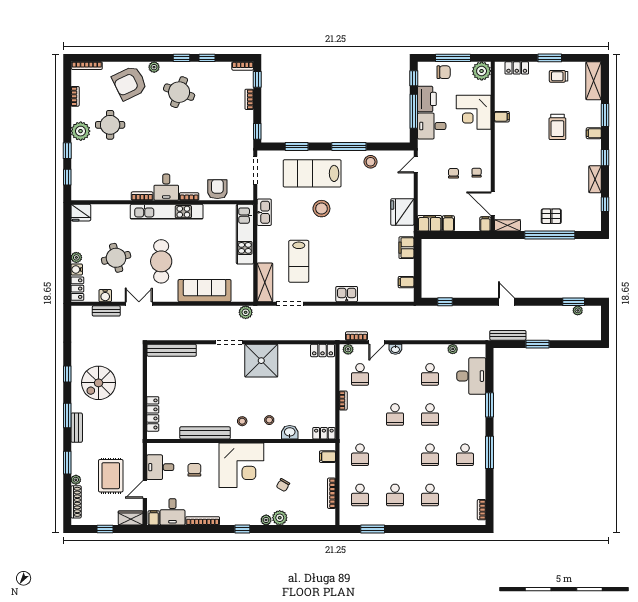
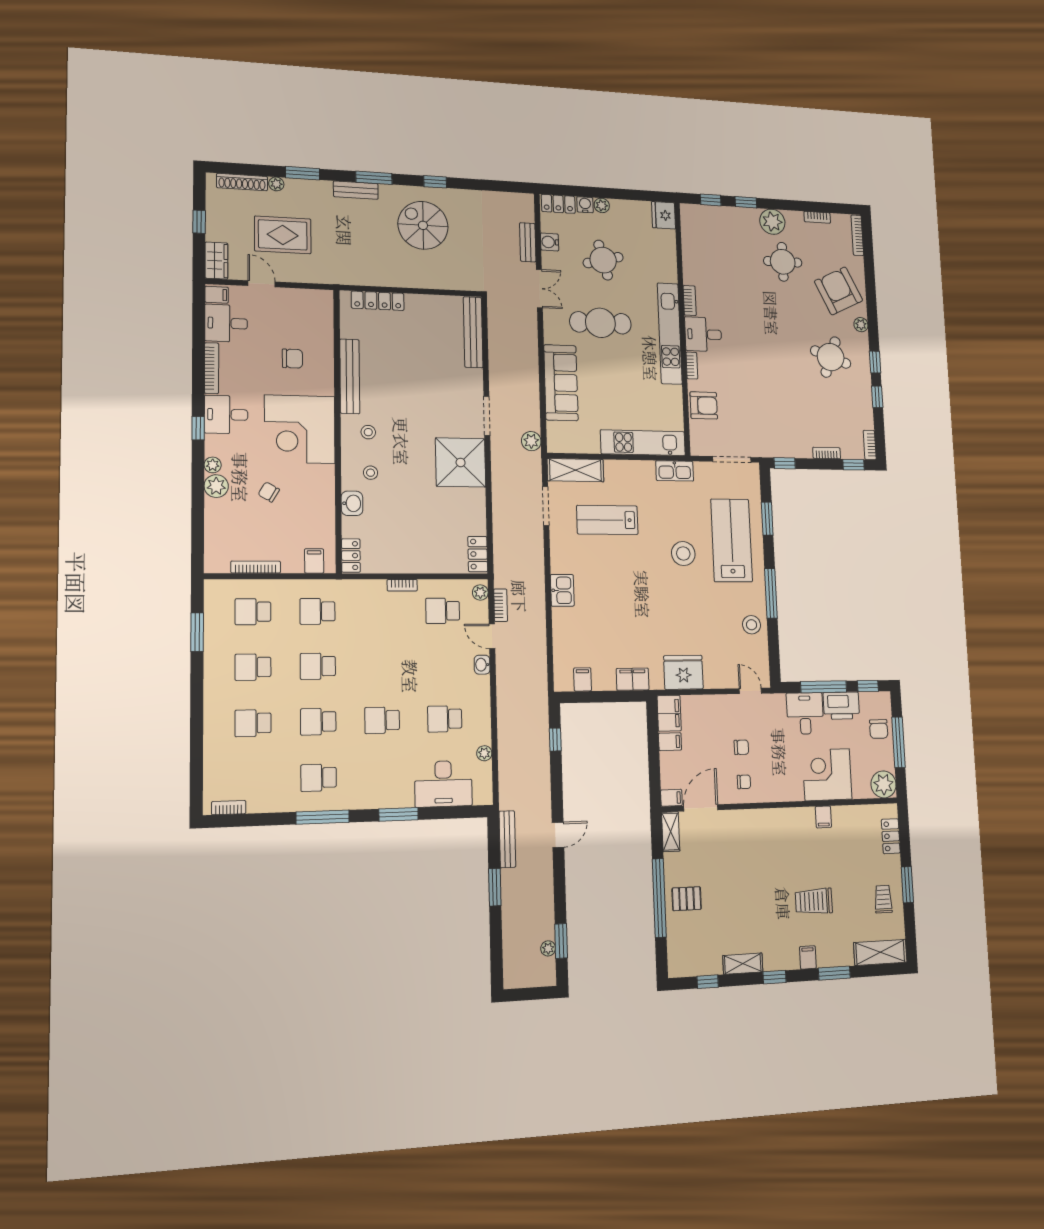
pallet: (551, 216) -> (687, 899), turned 90
school desk: (395, 415) -> (318, 666), moved
desk: (160, 467) -> (226, 415), moved, turned -90

